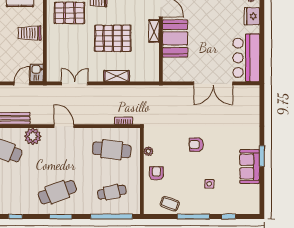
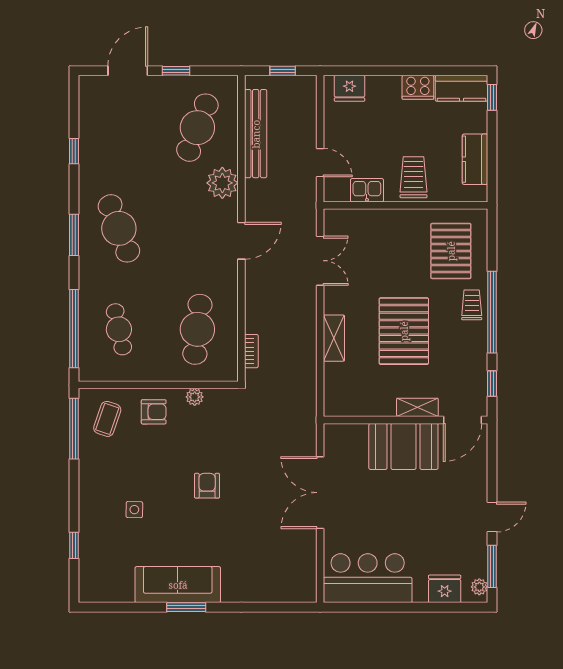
kitchen sink: (37, 73) -> (367, 190), moved
double door: (213, 83) -> (320, 493), moved
sofa: (250, 167) -> (178, 585), width x1.36
coffee table: (170, 204) -> (107, 419), moved
window: (193, 216) -> (74, 429), moved

